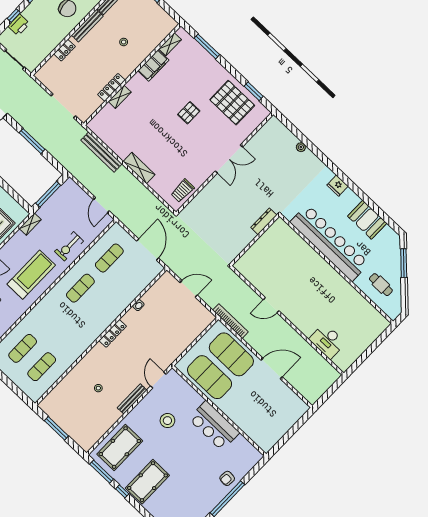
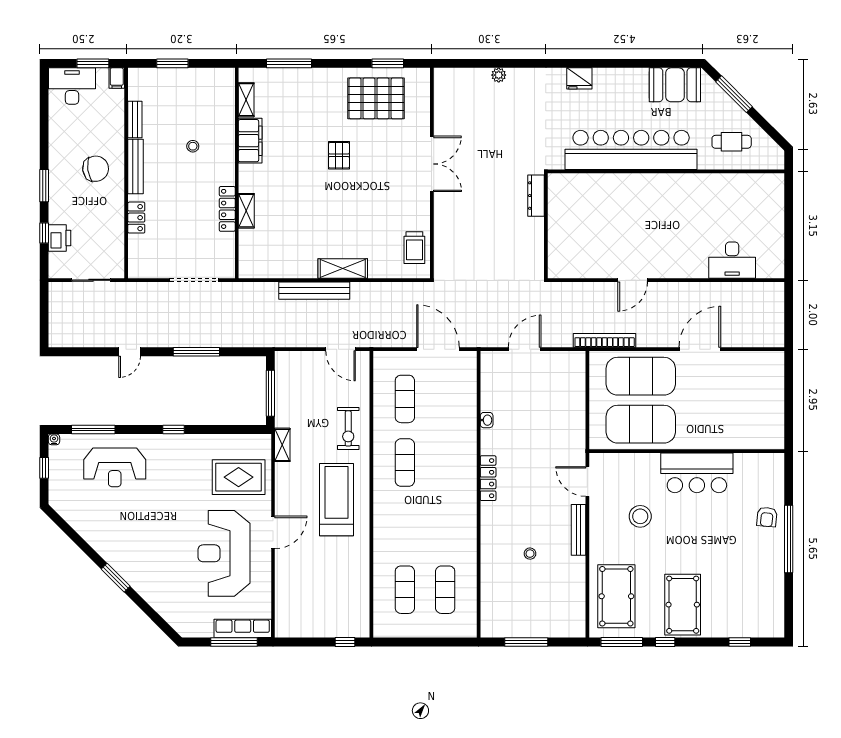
bench: (101, 152) -> (314, 291), moved
booth: (367, 220) -> (675, 85), moved

